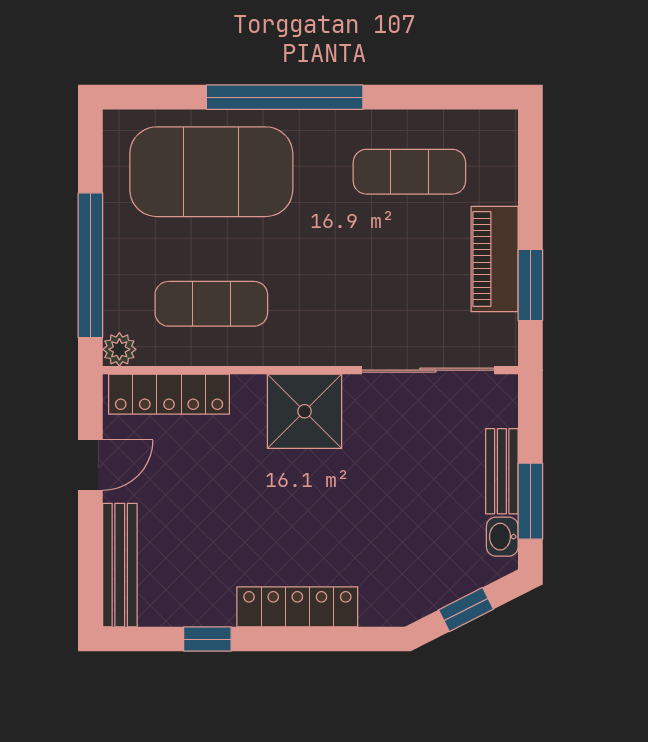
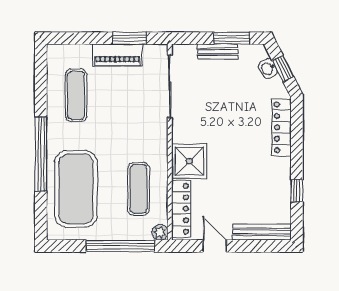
shower: (305, 411) -> (189, 161), moved
washbasin: (502, 537) -> (268, 69), moved, turned 63
locker: (297, 607) -> (282, 127), moved

